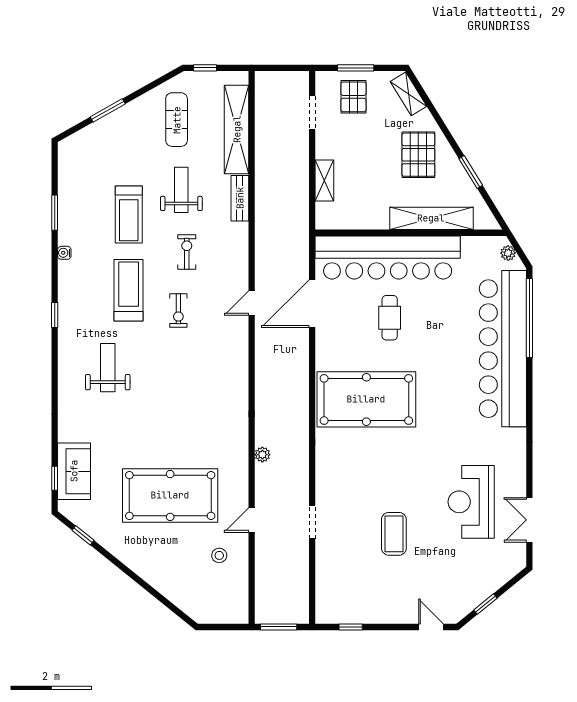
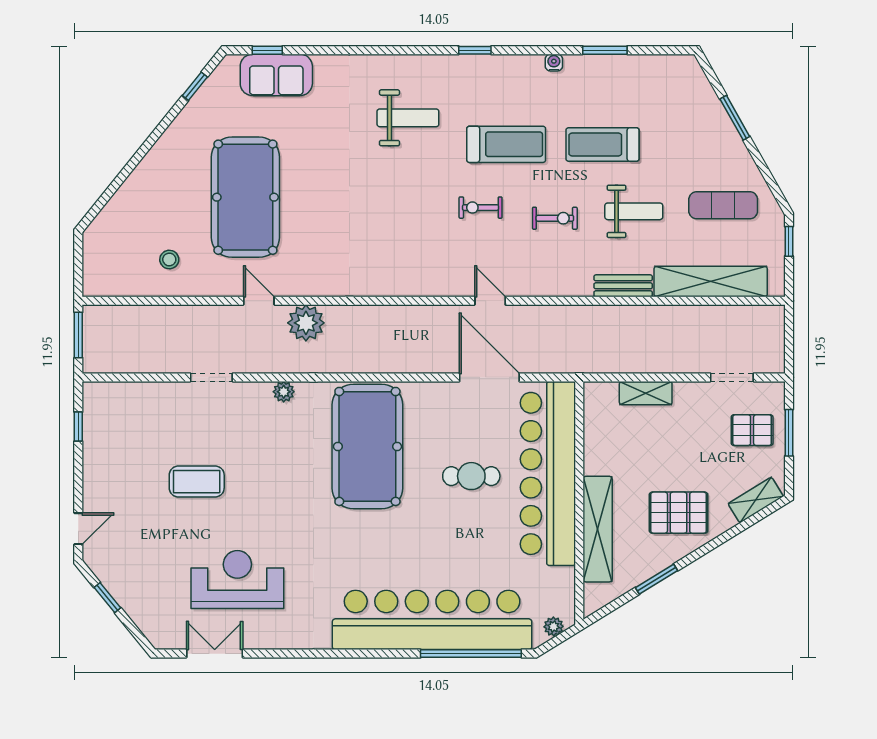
plant: (262, 455) -> (306, 323), width x1.88, depth x1.88
plant: (323, 465) -> (284, 392), added
door: (252, 520) -> (259, 301), moved

